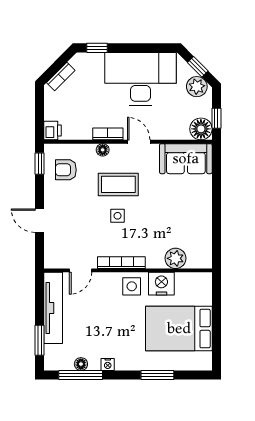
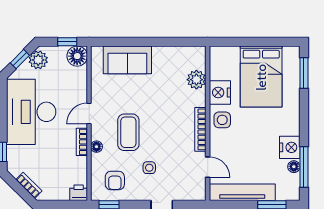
sofa: (186, 159) -> (127, 60), moved, turned 90
side table: (118, 216) -> (149, 168), moved
nightstand: (108, 364) -> (290, 147), width x1.89, depth x1.79
window: (157, 375) -> (304, 73), moved

